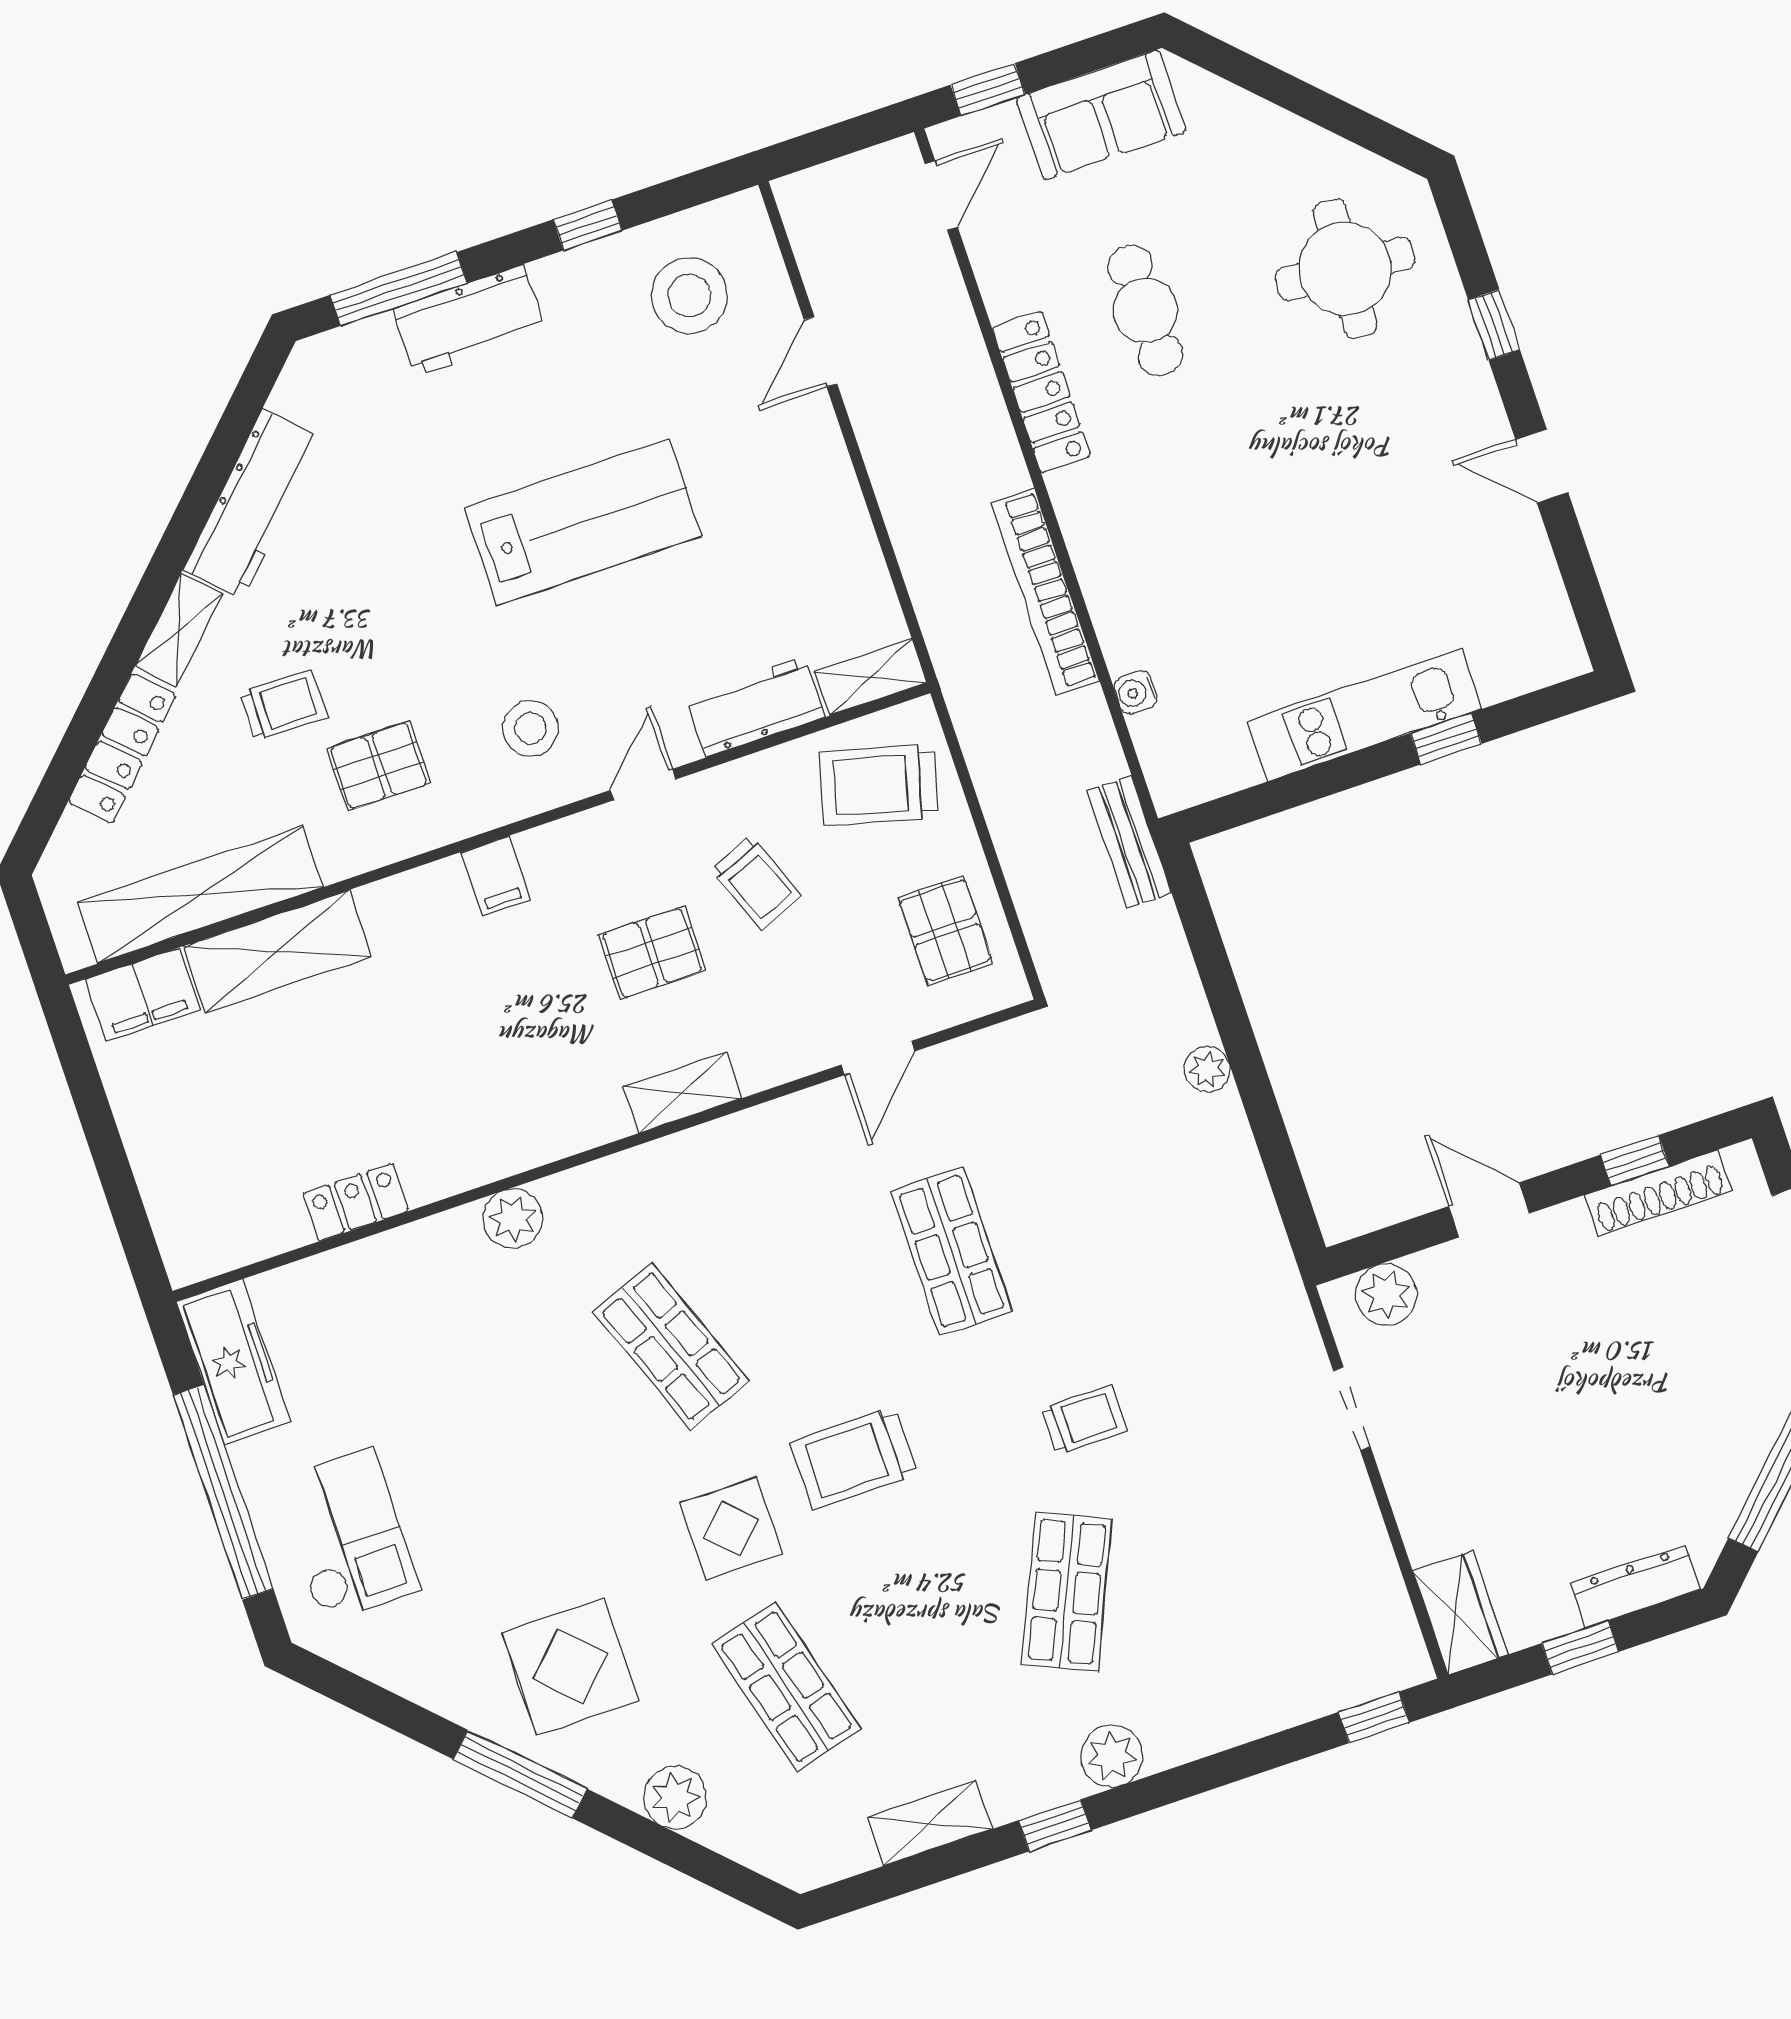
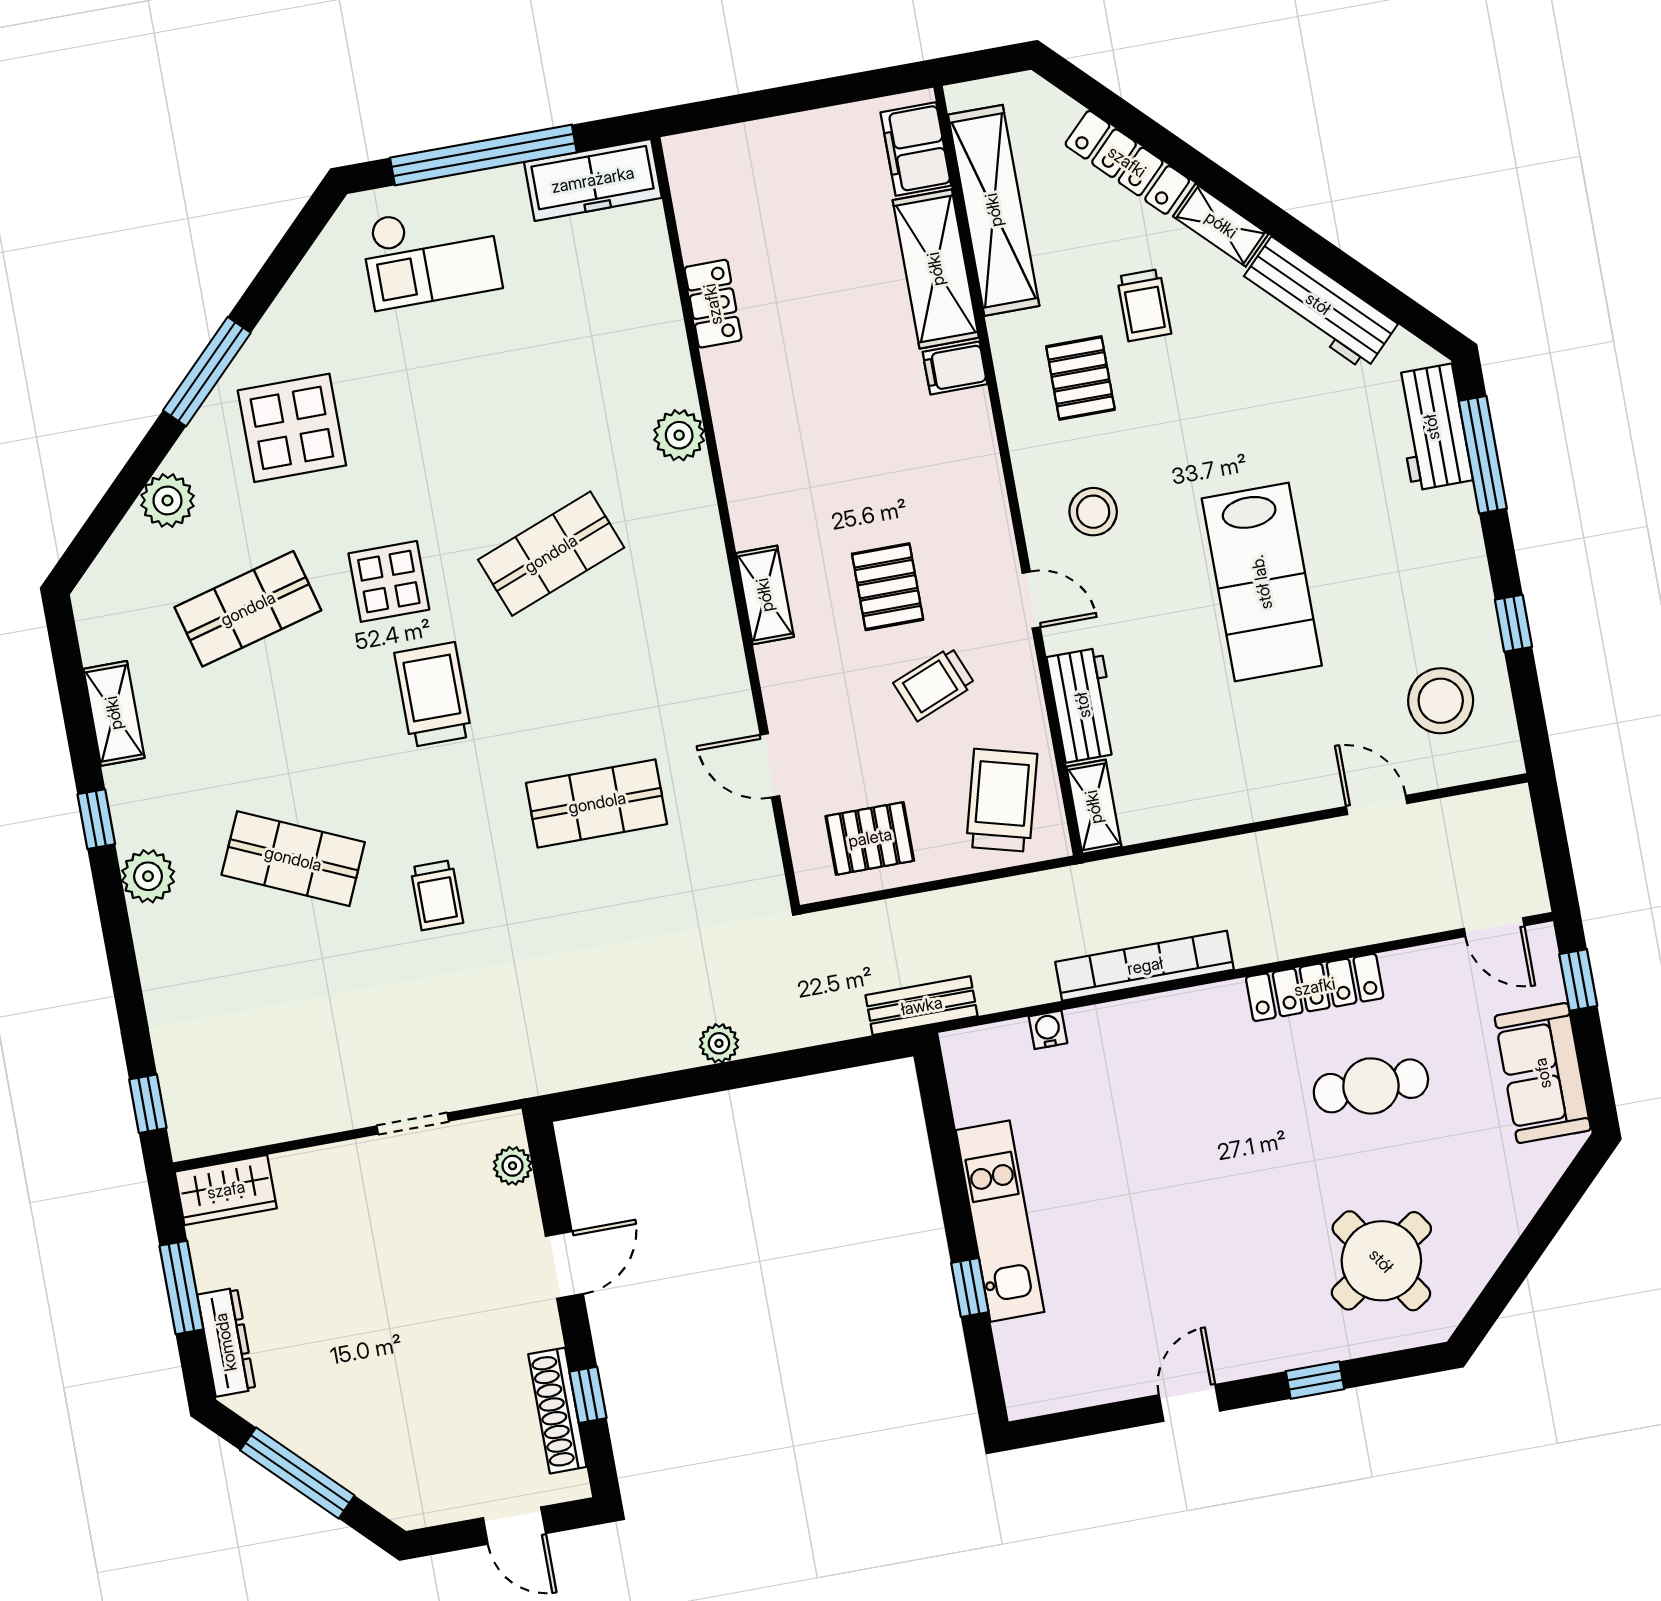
round table: (1345, 269) -> (1381, 1261), turned -38
workbench: (469, 320) -> (1432, 427), moved
filing cabinet: (495, 876) -> (955, 368), moved
plant: (1386, 1294) -> (513, 1166), width x0.73, depth x0.73
window: (1580, 1648) -> (181, 1287), width x1.50

